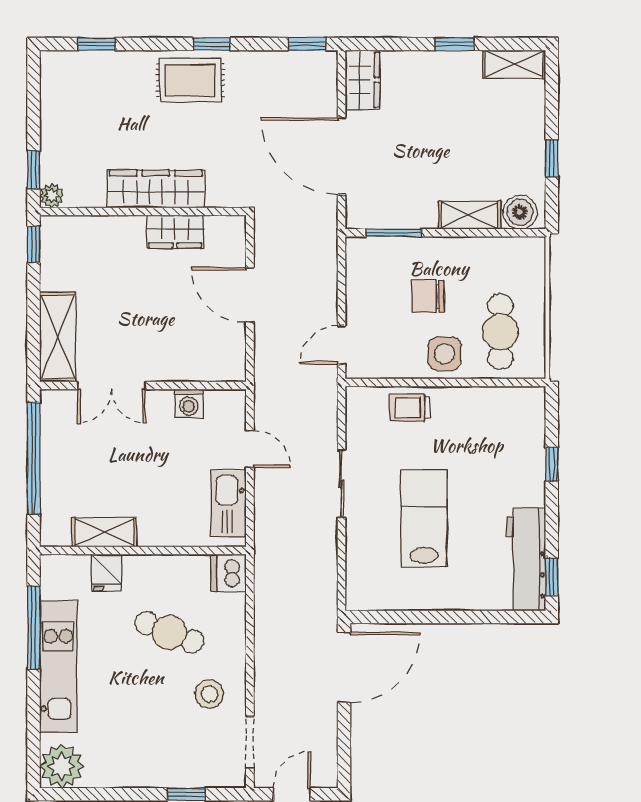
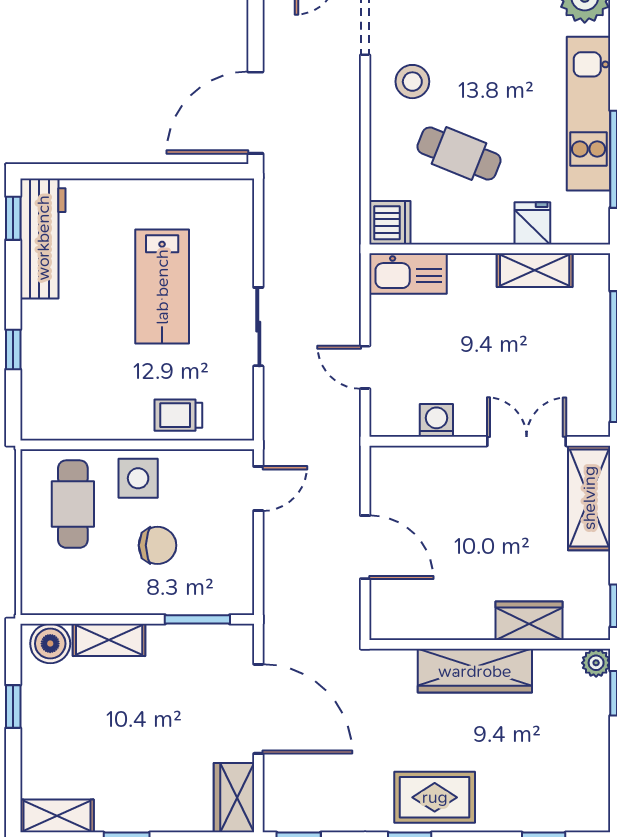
wardrobe: (175, 232) -> (529, 621), moved
trolley: (410, 408) -> (178, 415), turned 180
kitchen sink: (229, 504) -> (408, 274), moved, turned 90

